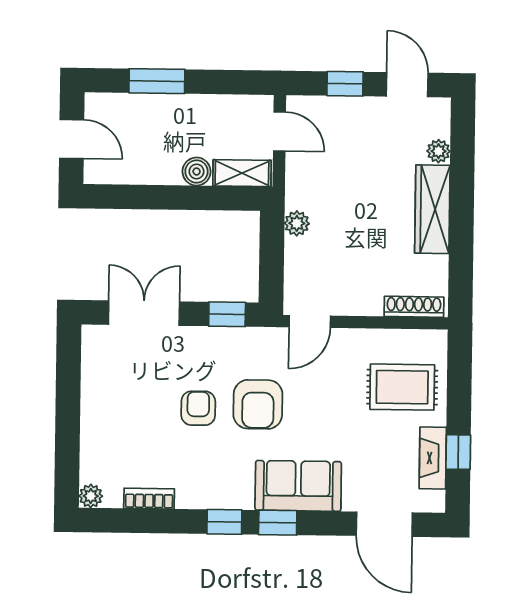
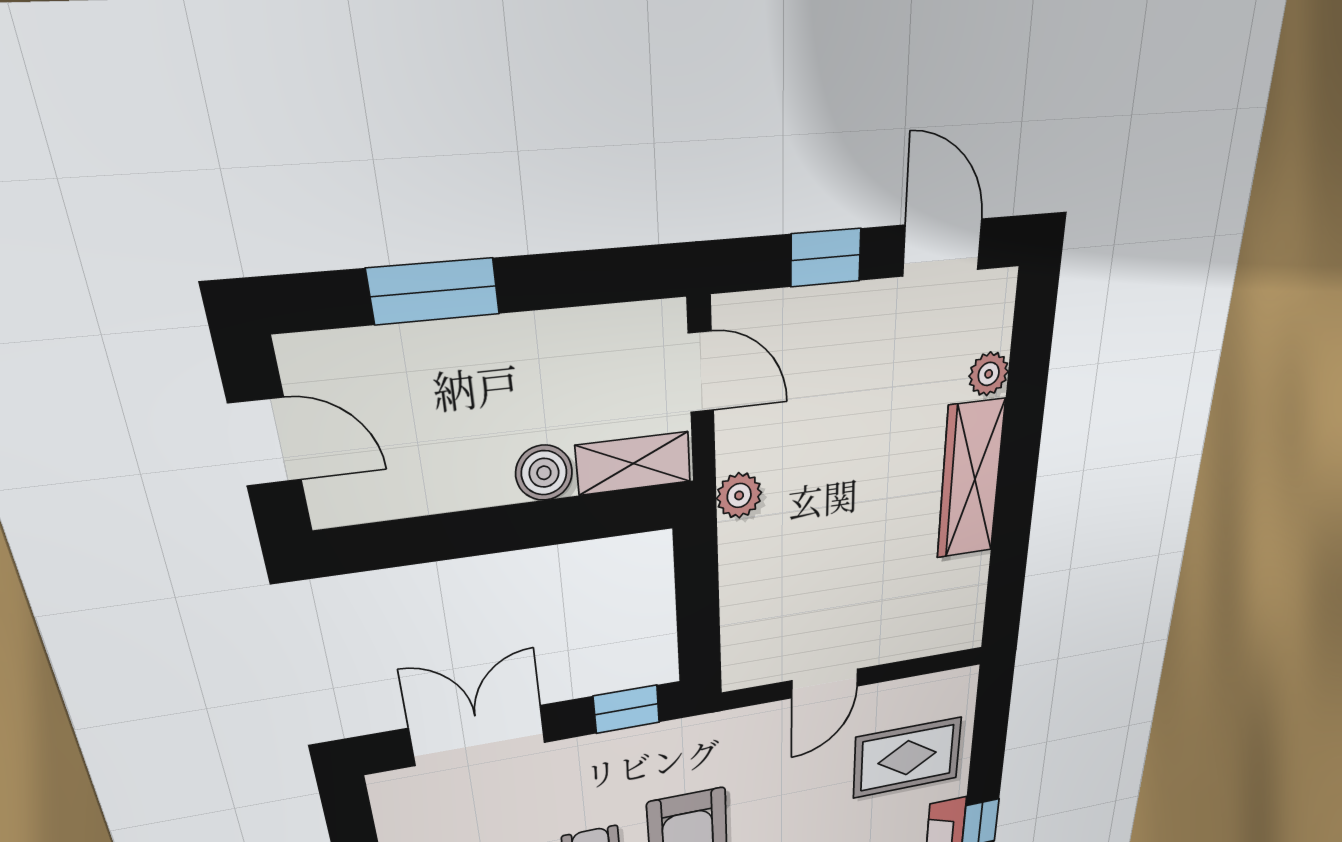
plant: (297, 223) -> (739, 495), moved
shoe rack: (414, 307) -> (931, 641), removed
door: (310, 322) -> (825, 683), moved

